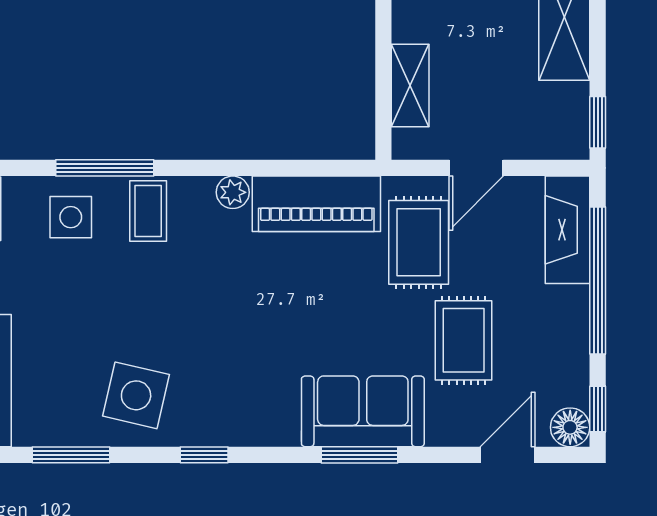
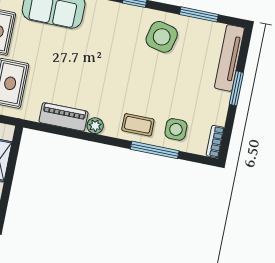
piano: (316, 204) -> (63, 117), width x0.73, depth x0.75
coffee table: (148, 211) -> (138, 125), turned 90

